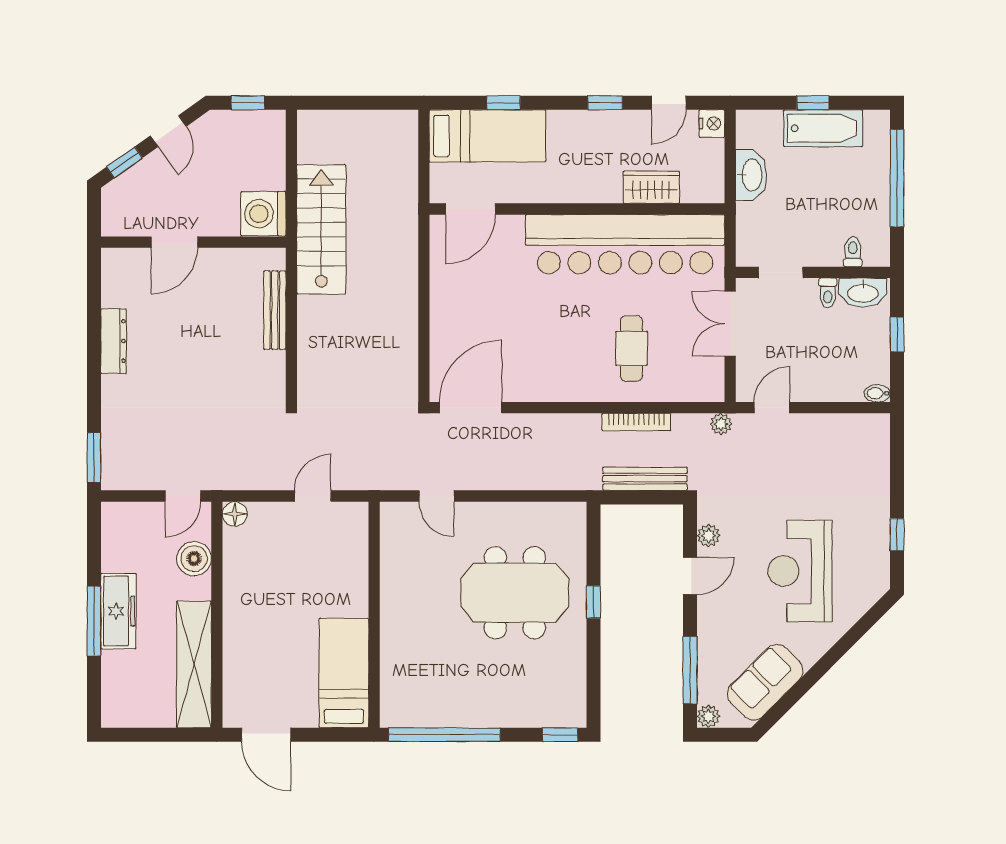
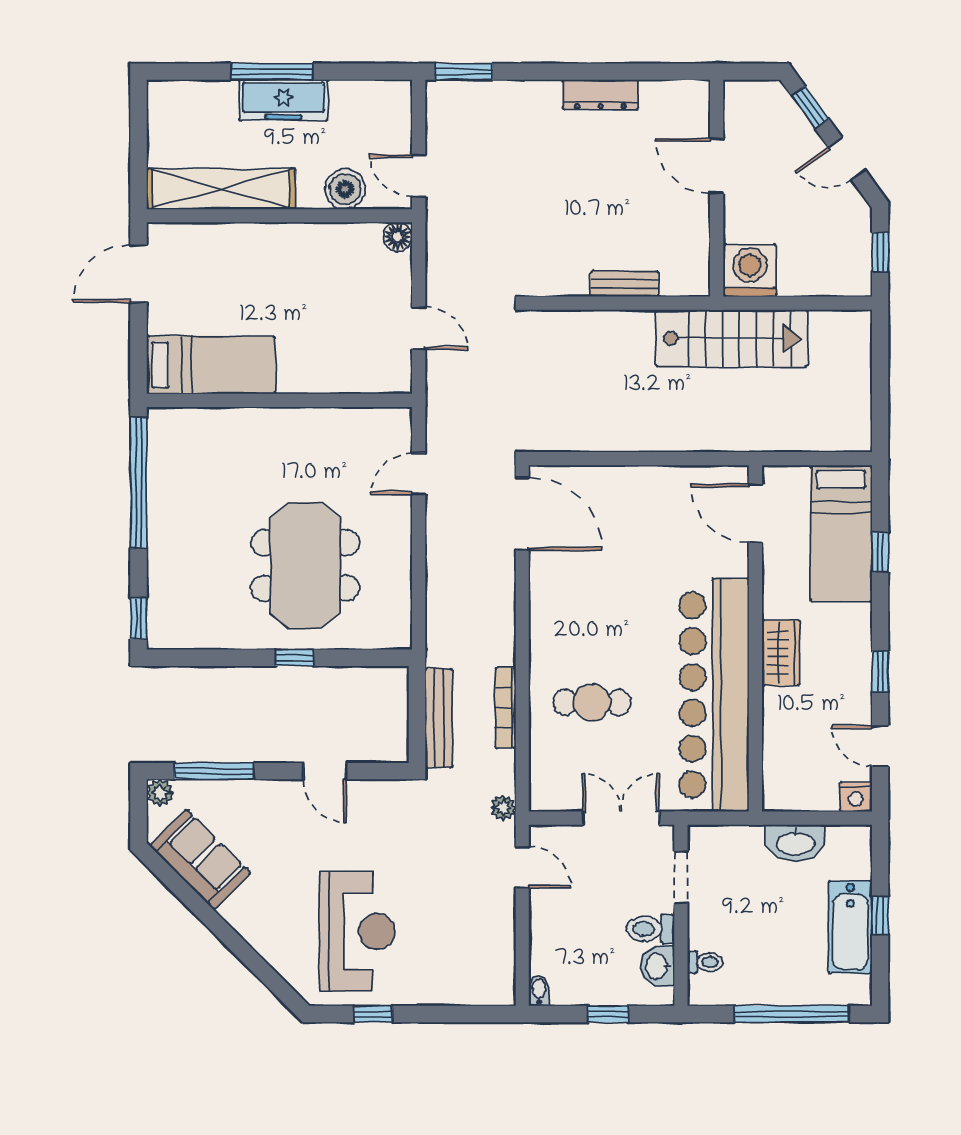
wardrobe: (651, 187) -> (781, 653), moved
toilet: (828, 293) -> (650, 929), width x1.37, depth x1.39
washbasin: (863, 293) -> (657, 966), width x0.72
bench: (275, 310) -> (624, 284), width x0.73
plant: (709, 536) -> (372, 793), removed
reception desk: (800, 571) -> (357, 932), moved, turned 90

